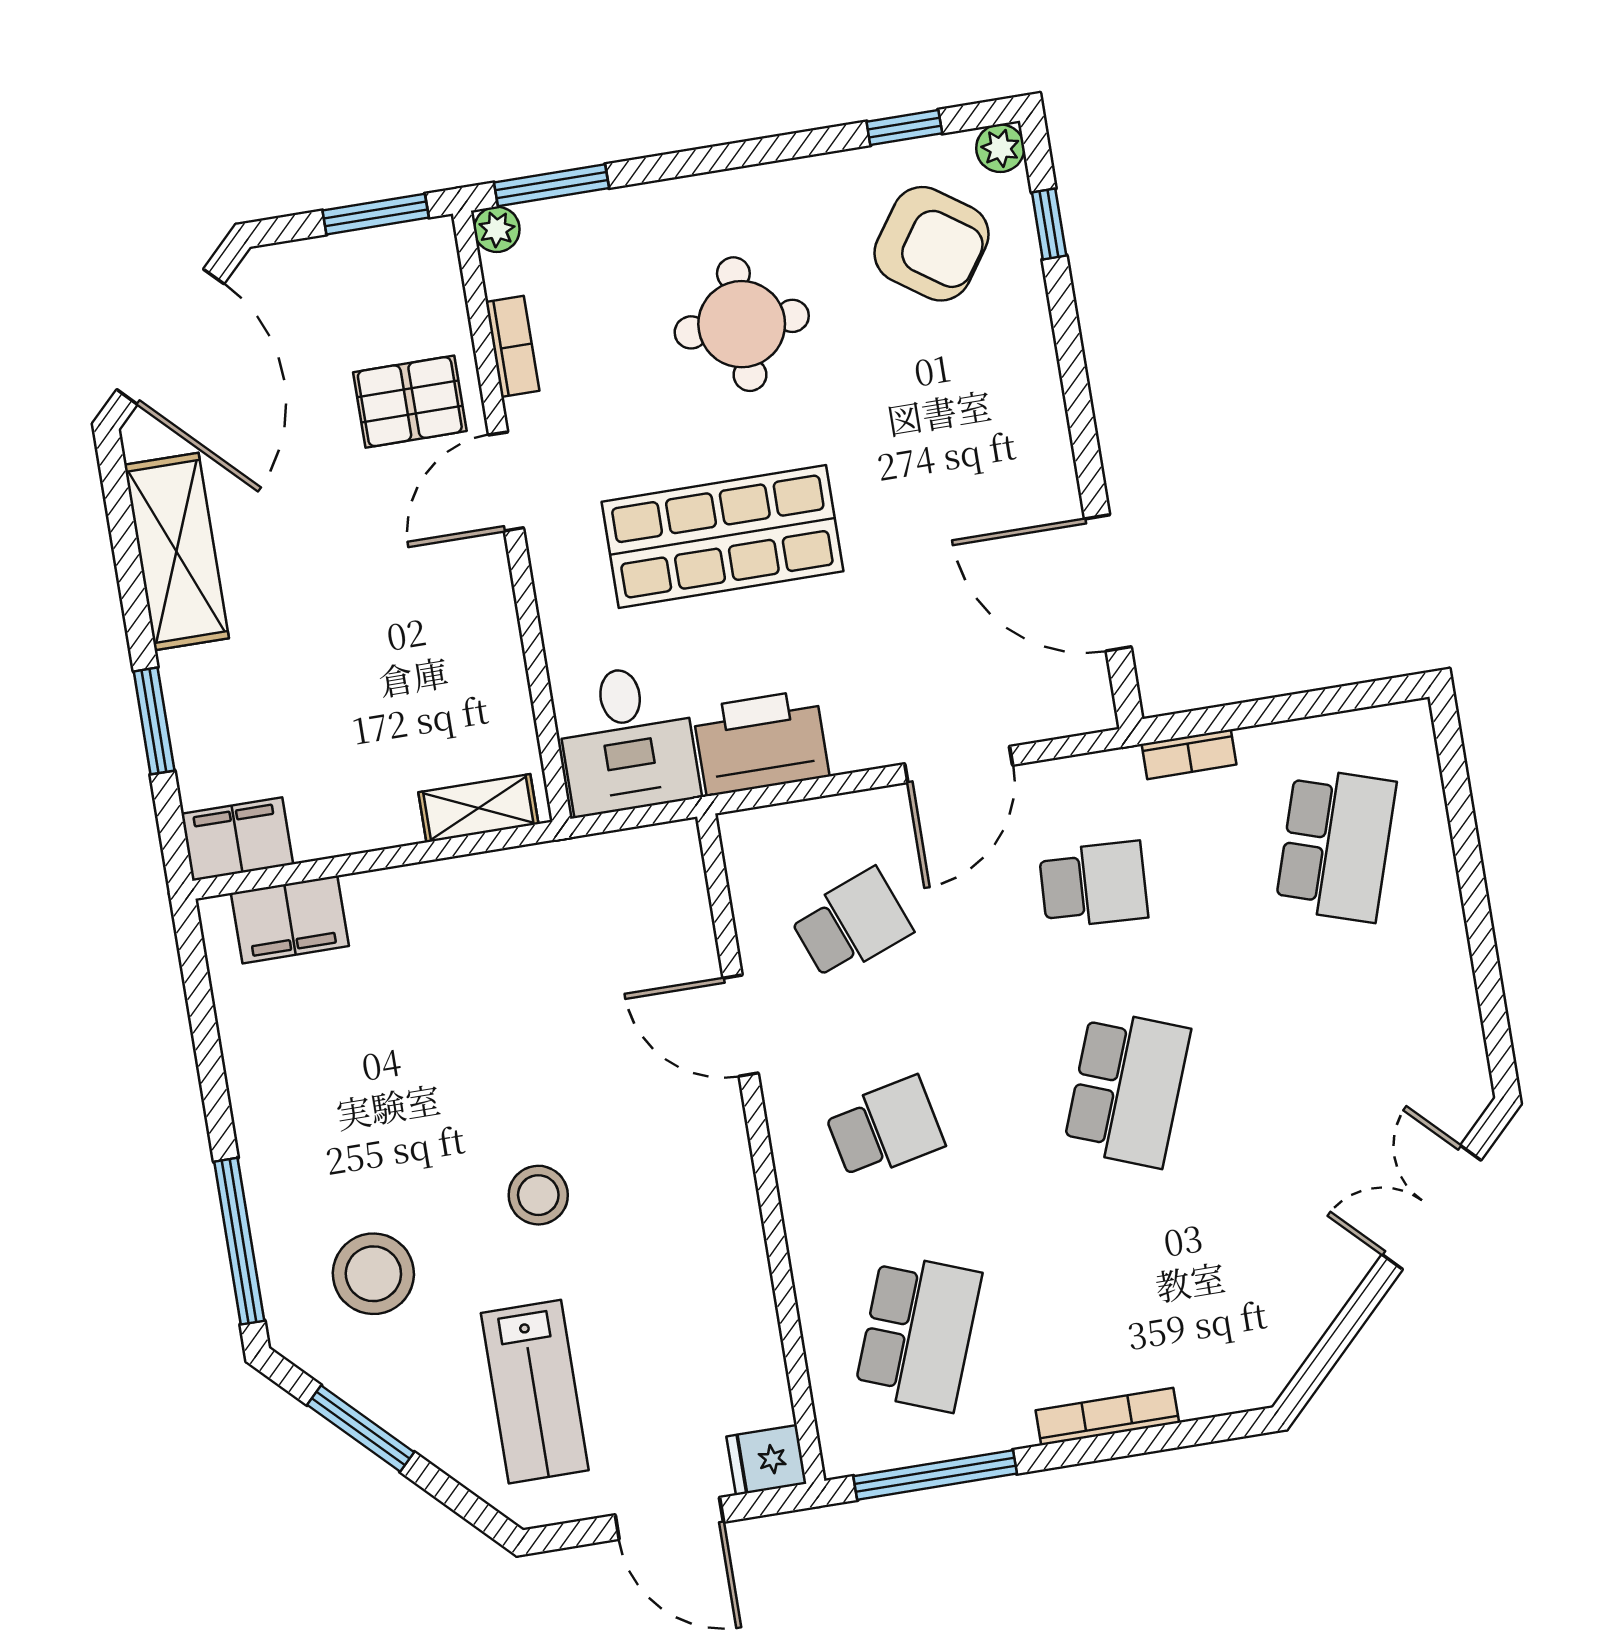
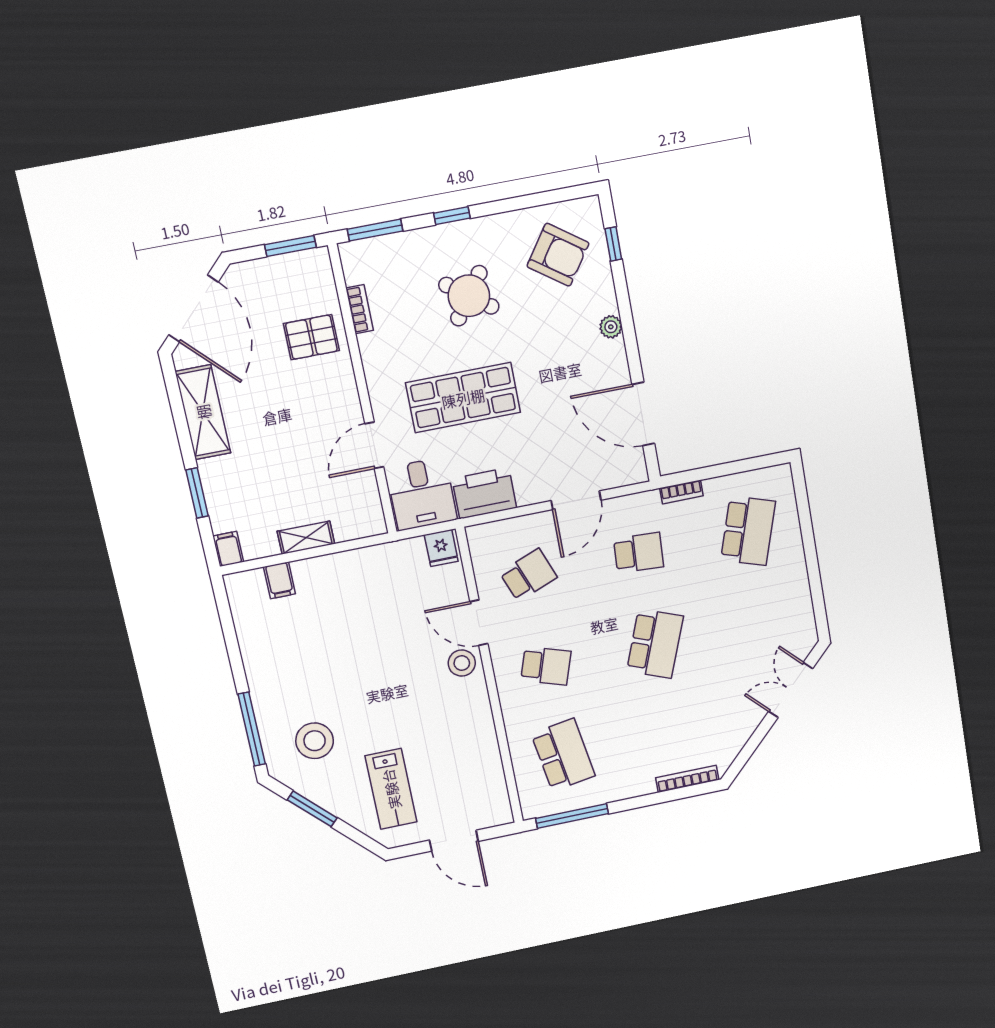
window: (904, 127) -> (452, 216), moved
plant: (1000, 148) -> (611, 327), moved
plant: (497, 229) -> (350, 252), removed
round table: (742, 324) -> (469, 296), turned 36
door: (506, 481) -> (374, 445), moved
shelving: (478, 808) -> (306, 538), moved
filing cabinet: (237, 839) -> (228, 549), width x0.50
filing cabinet: (290, 919) -> (279, 580), width x0.50
school desk: (885, 1128) -> (546, 666), turned 30
stool: (538, 1195) -> (462, 663), moved
school desk: (918, 1333) -> (563, 755), turned -30
bookcase: (1107, 1417) -> (687, 779), moved
fridge: (767, 1460) -> (441, 548), moved, turned -90

